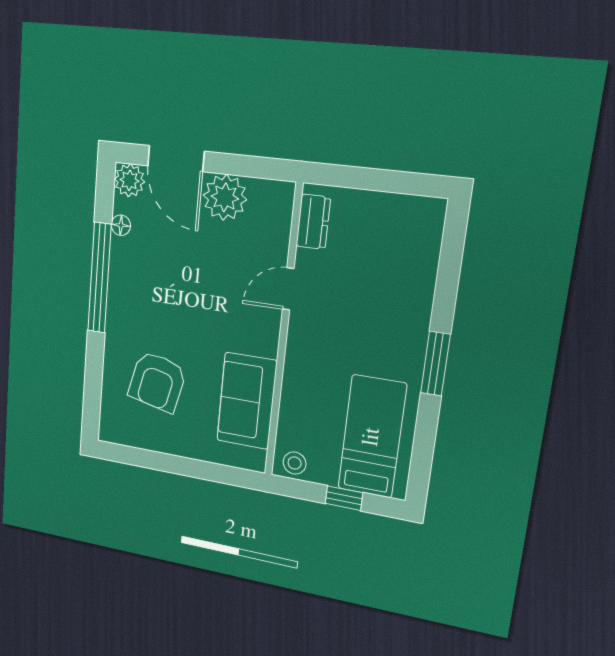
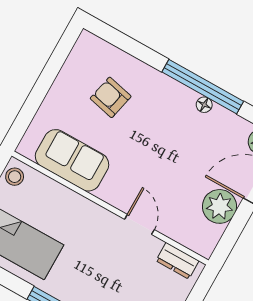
floor lamp: (121, 225) -> (204, 105), moved
armchair: (157, 382) -> (111, 97), width x0.72, depth x0.72

